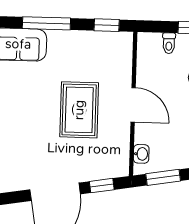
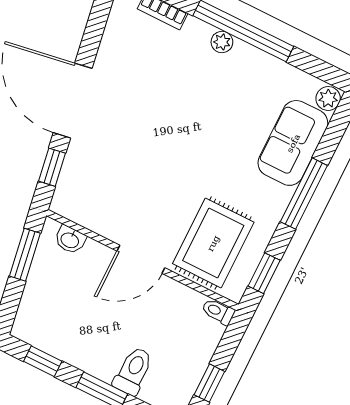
toilet: (169, 43) -> (218, 312), moved
rug: (79, 110) -> (213, 243), moved, turned 90

